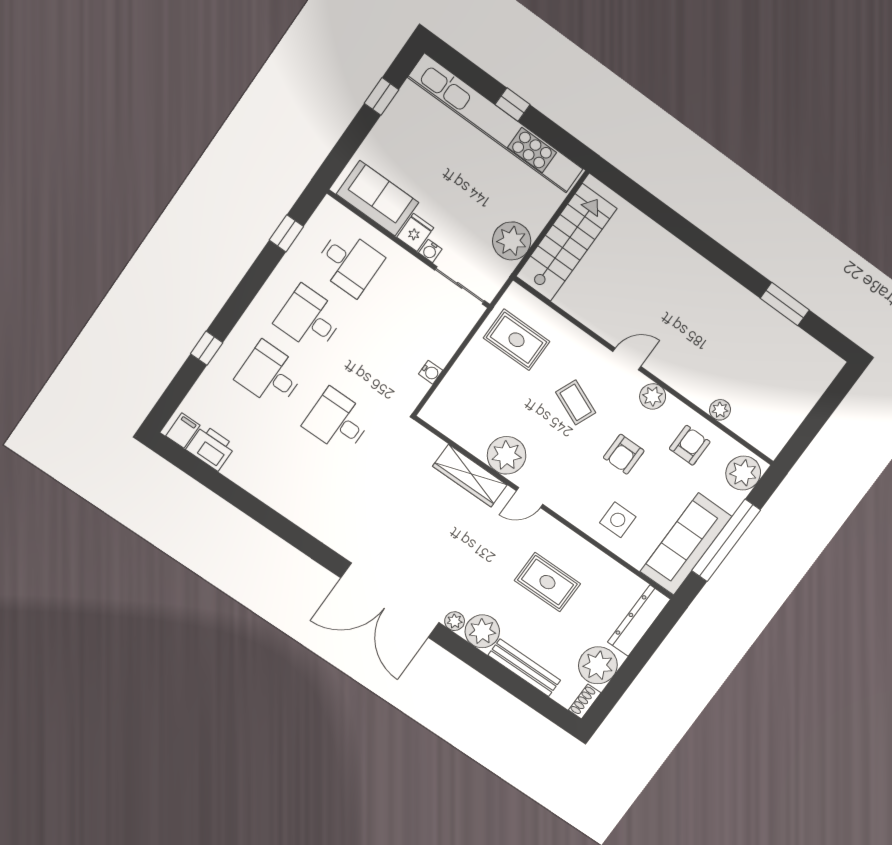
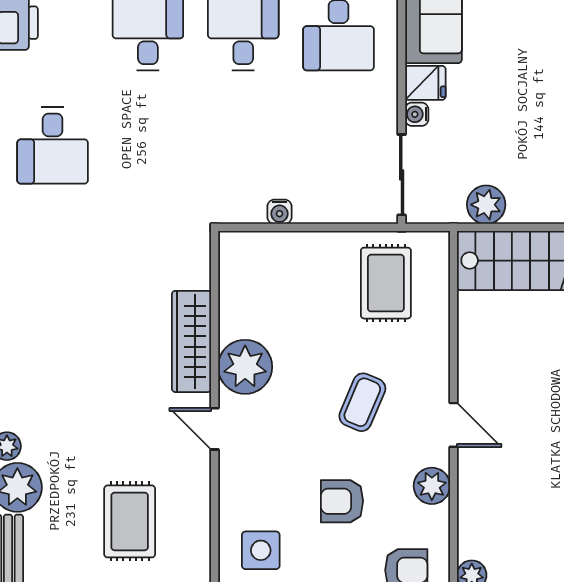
plant: (512, 241) -> (486, 205), width x0.73, depth x0.73
desk: (337, 421) -> (53, 146), moved, turned 180

